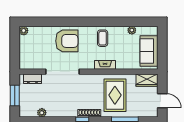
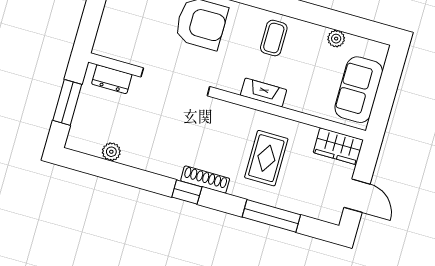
rug: (115, 95) -> (266, 158), width x0.73, depth x0.70

